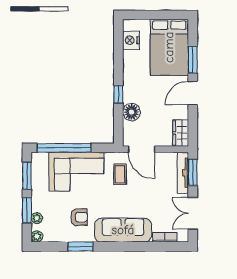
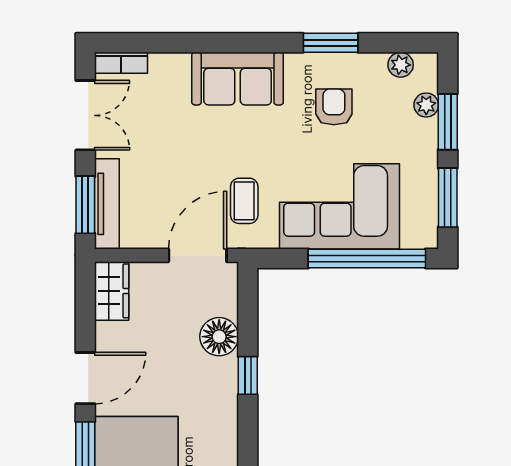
door: (141, 149) -> (198, 255), hinge flipped
armchair: (79, 217) -> (334, 107), turned 90
sofa: (123, 230) -> (238, 79), width x0.73
plant: (37, 236) -> (401, 65), moved
bookcase: (165, 237) -> (121, 63), moved

